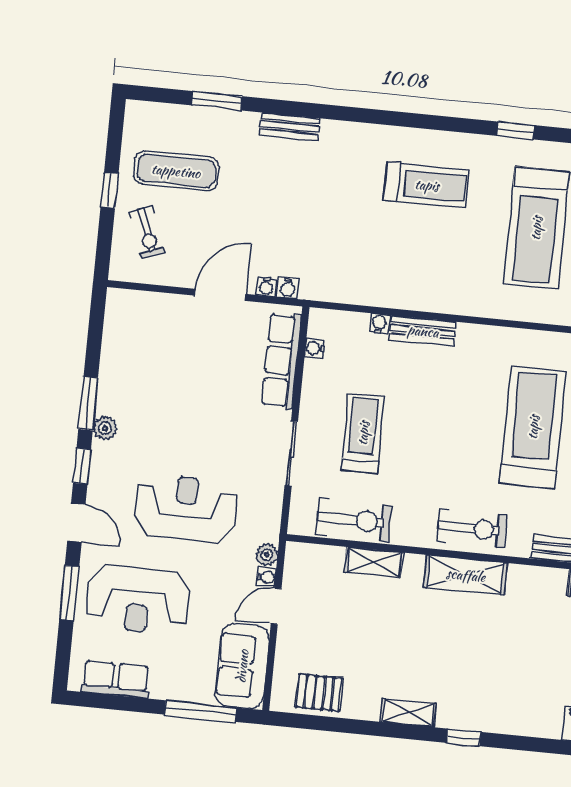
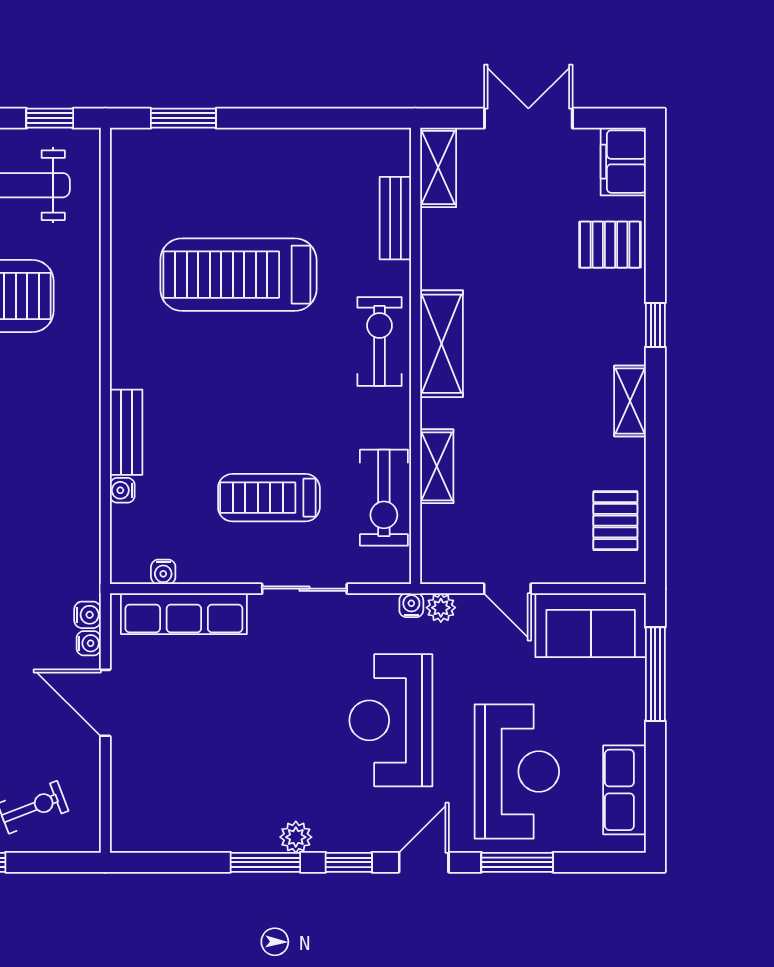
exercise bike: (354, 520) -> (384, 498), turned 180
water cooler: (266, 577) -> (411, 605), moved
pallet: (527, 709) -> (610, 245), added

